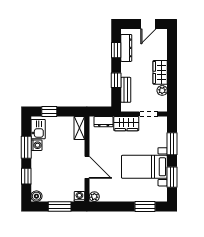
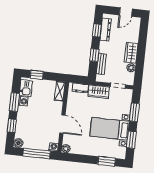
window: (60, 206) -> (37, 154), width x1.44

